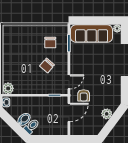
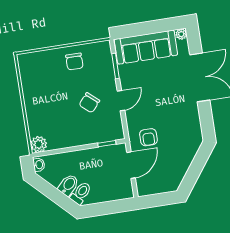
chair: (50, 43) -> (74, 61), moved
door: (69, 82) -> (121, 101), moved
plant: (107, 114) -> (186, 159), removed

